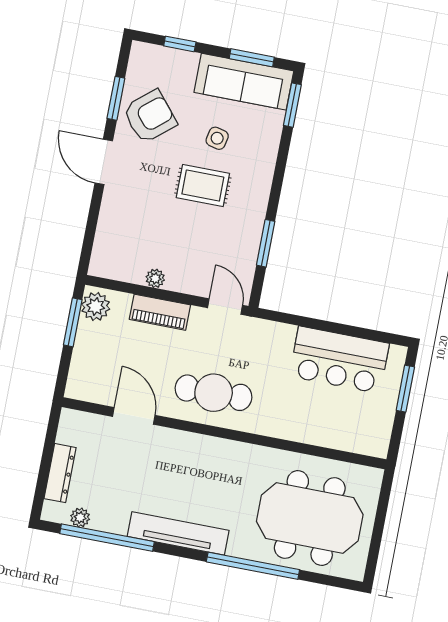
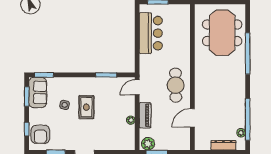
sofa: (244, 82) -> (38, 92), width x0.73
armchair: (150, 116) -> (40, 134), moved, turned -140
tv unit: (178, 533) -> (240, 89), removed

